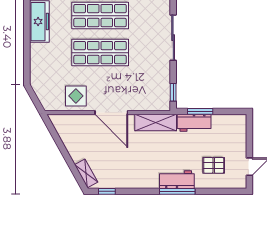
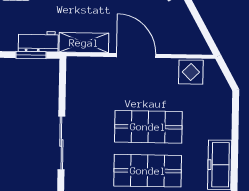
window: (173, 92) -> (63, 78), removed
display table: (76, 96) -> (191, 72), moved

